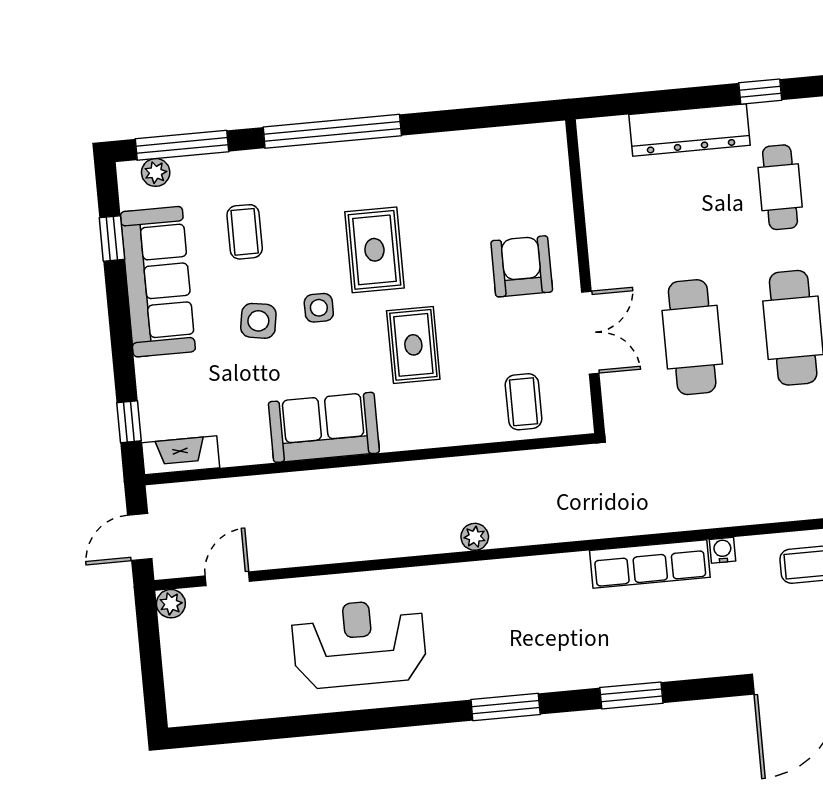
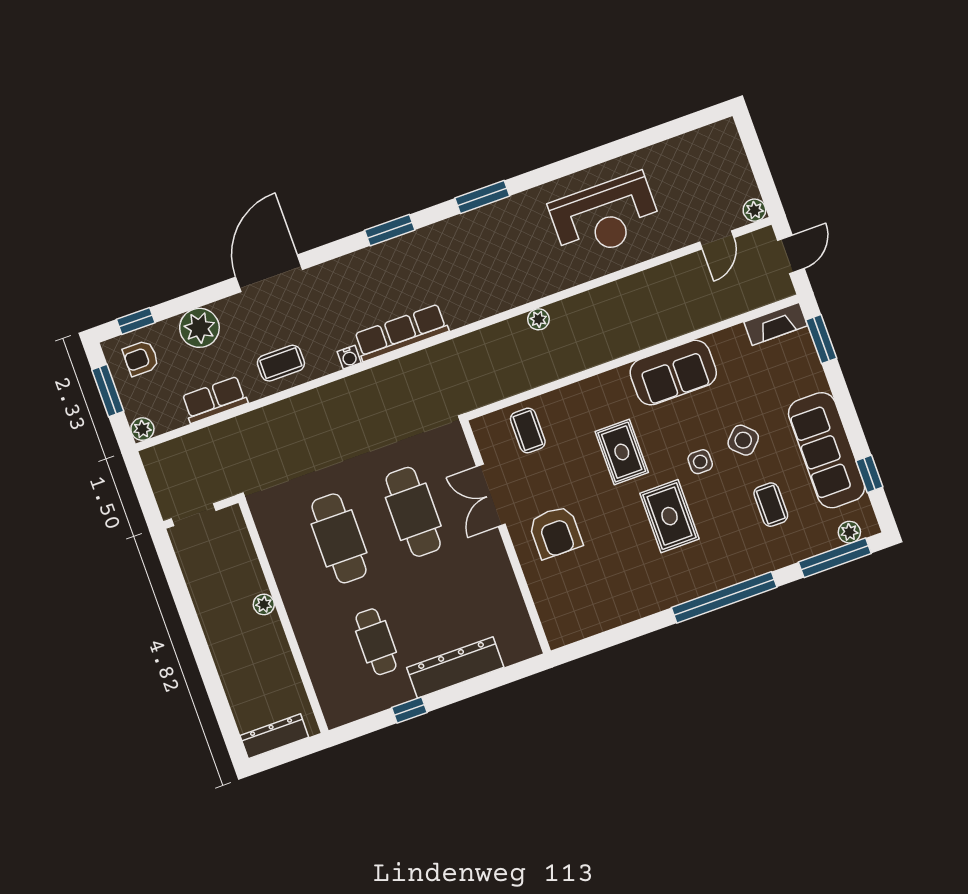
side table: (258, 321) -> (743, 440), turned 35
window: (129, 422) -> (821, 339), width x1.50

